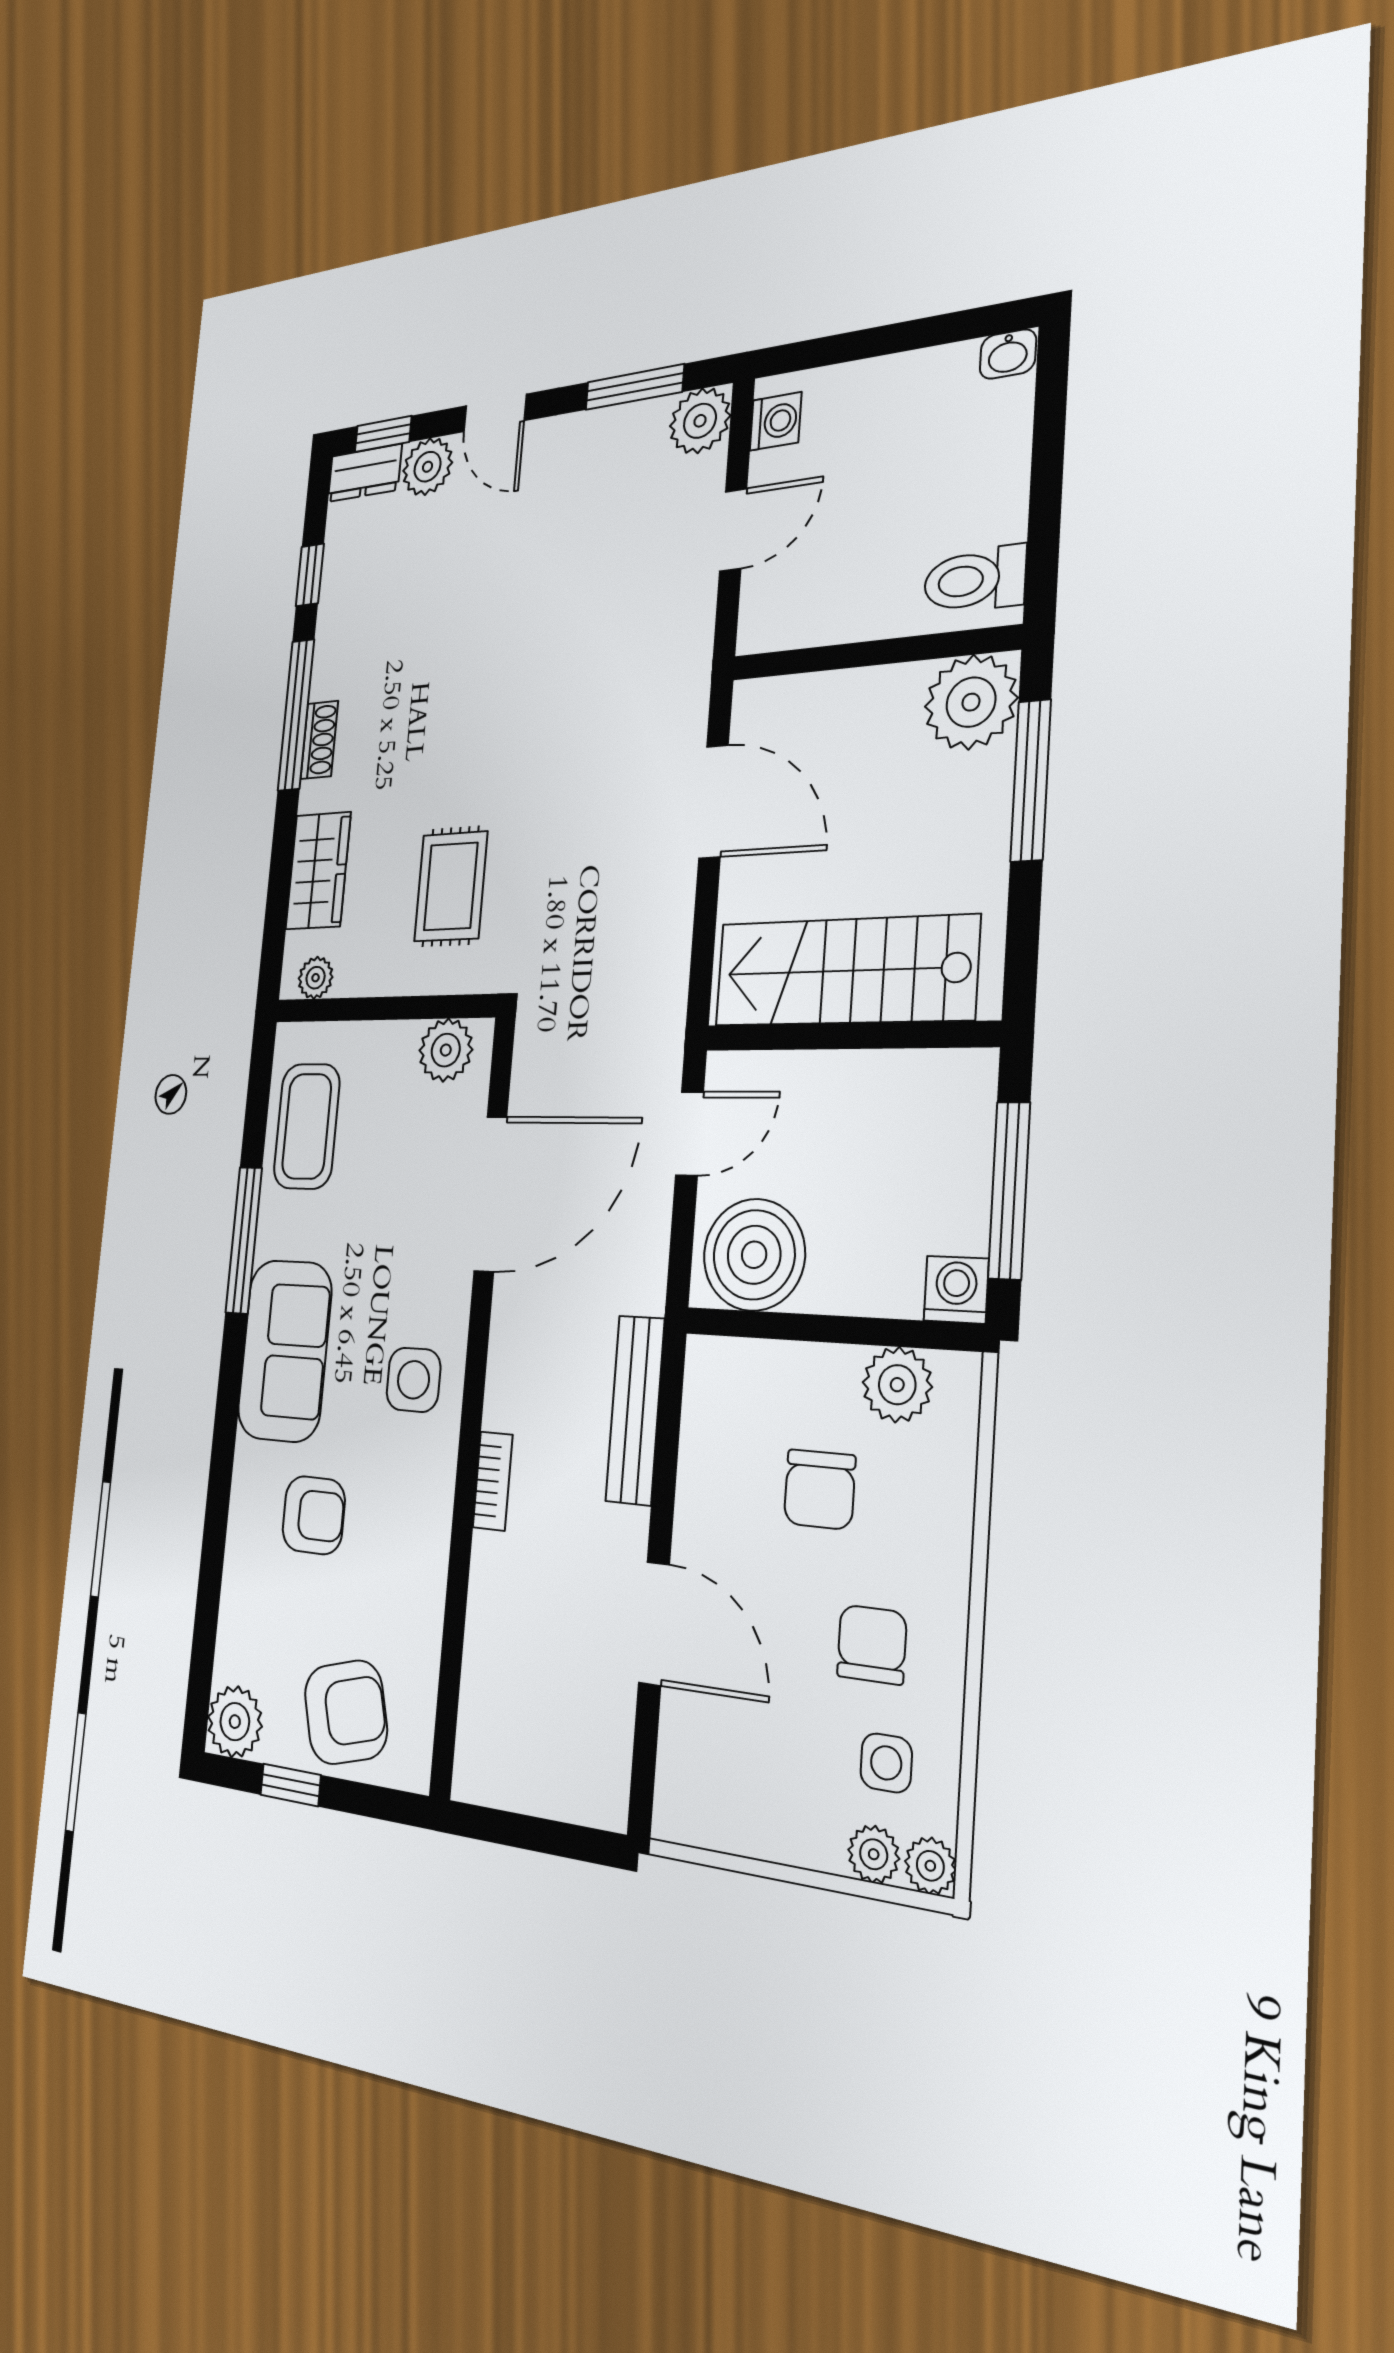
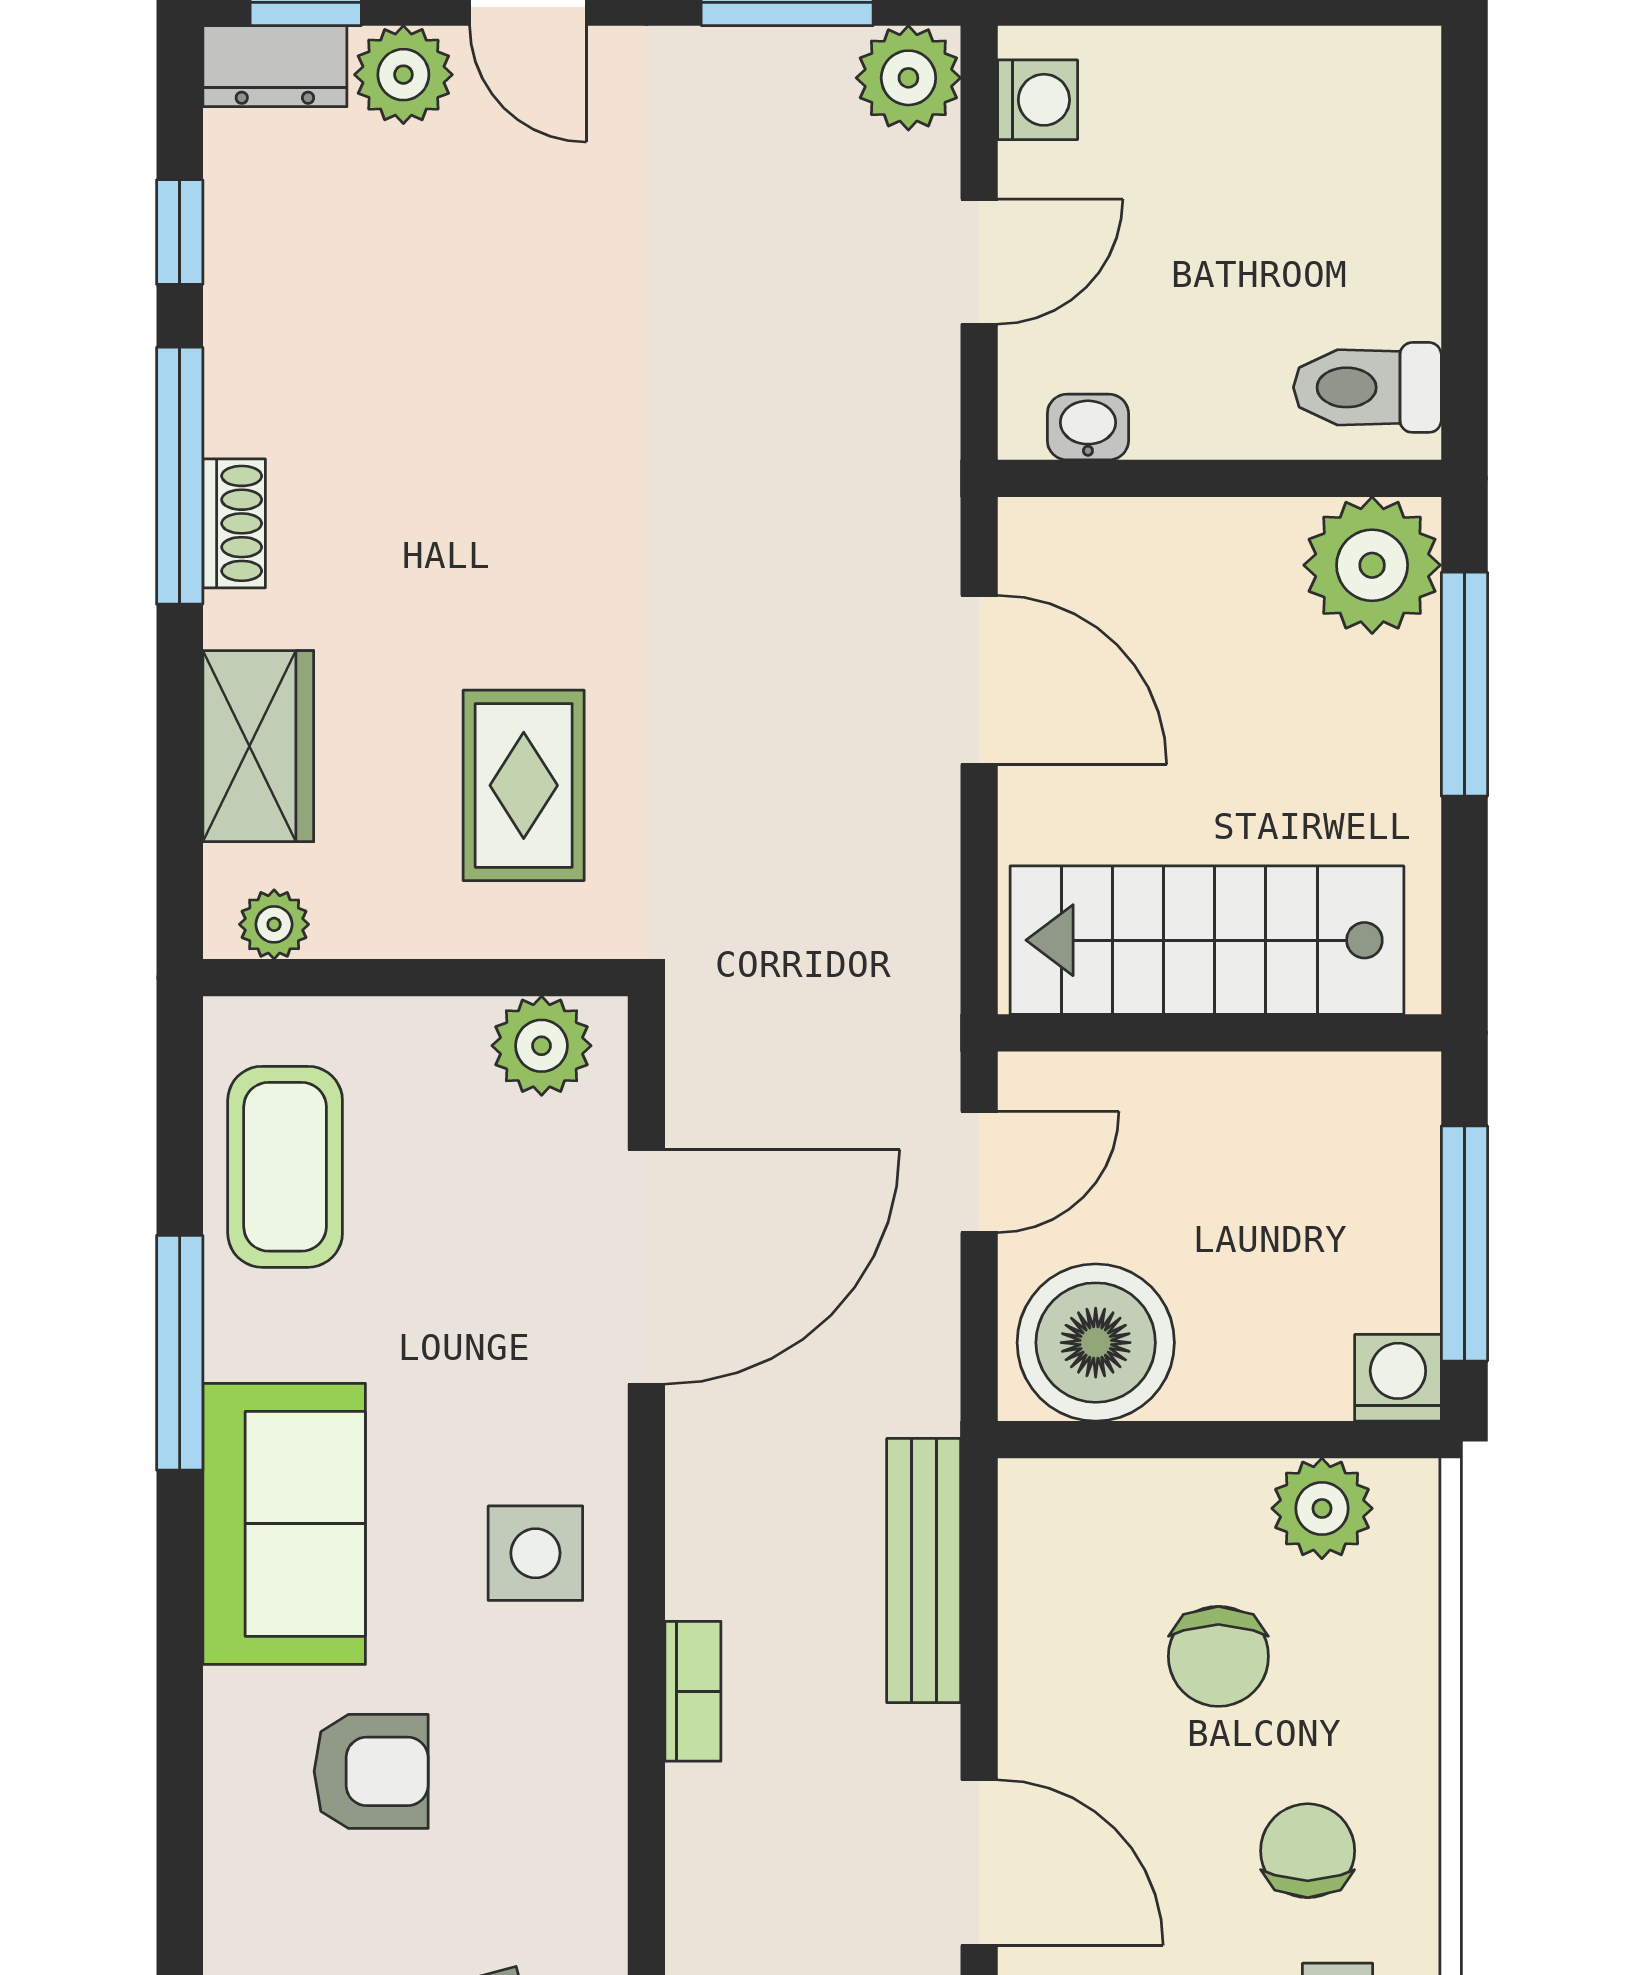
washbasin: (1008, 354) -> (1088, 427), moved, turned 180

